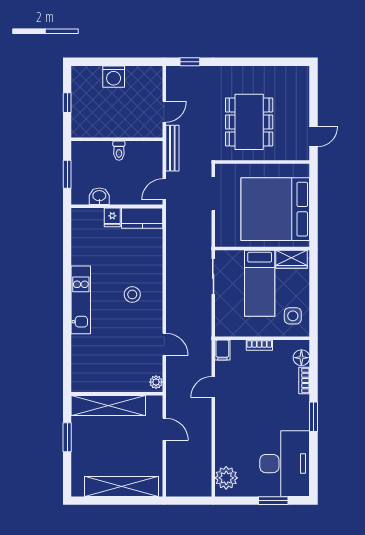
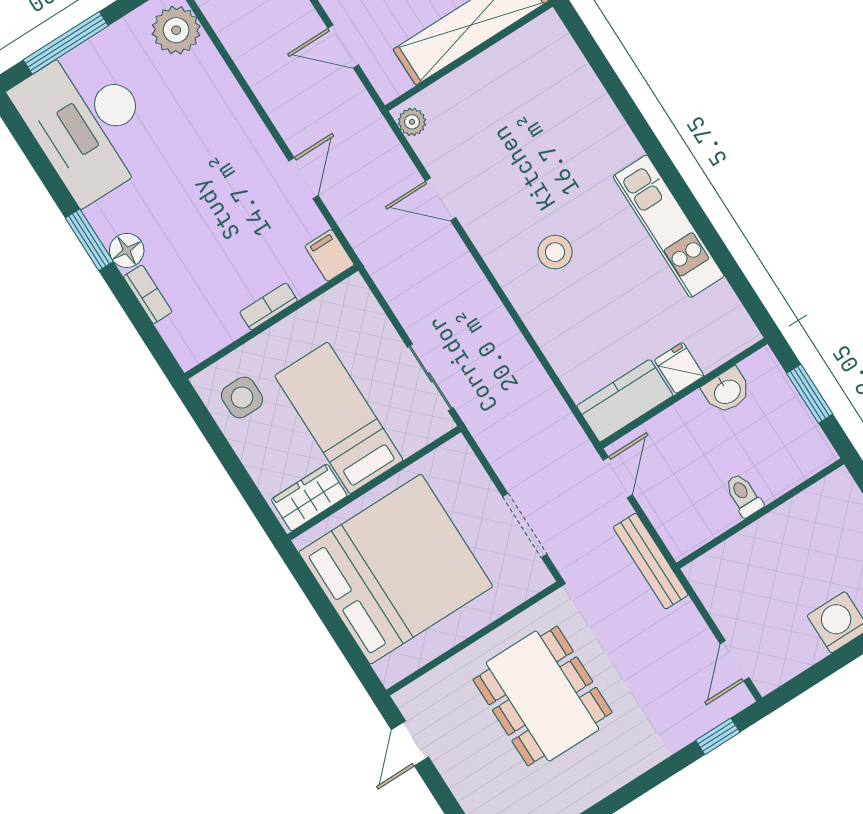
door: (164, 112) -> (735, 661), moved
kitchen unit: (81, 300) -> (669, 226), moved
floor lamp: (301, 358) -> (127, 250), moved
window: (273, 501) -> (66, 43), width x1.44

